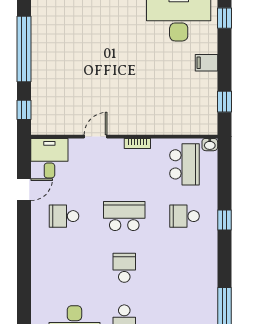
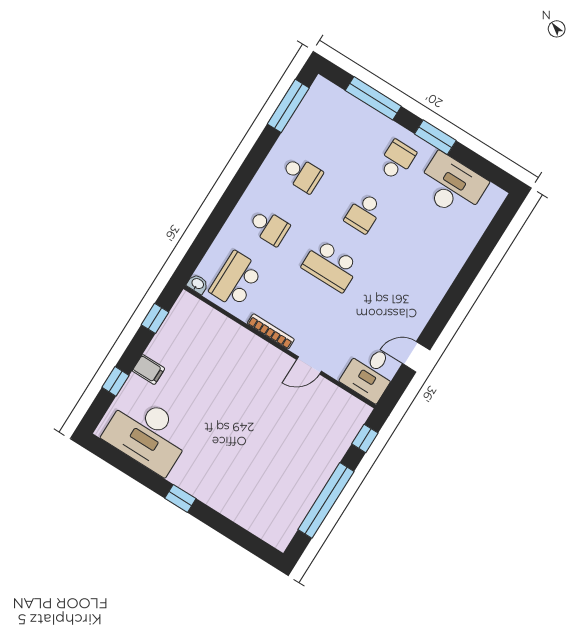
window: (224, 18) -> (116, 381), moved
bookcase: (137, 143) -> (271, 331), width x1.56
school desk: (64, 216) -> (302, 174), moved
window: (224, 220) -> (231, 198), removed

